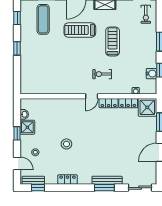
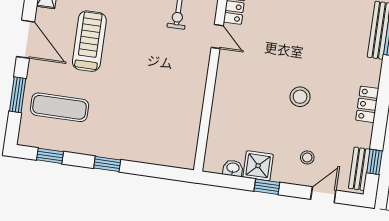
treadmill: (80, 30) -> (89, 41), turned 180

